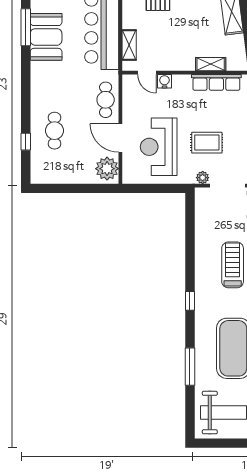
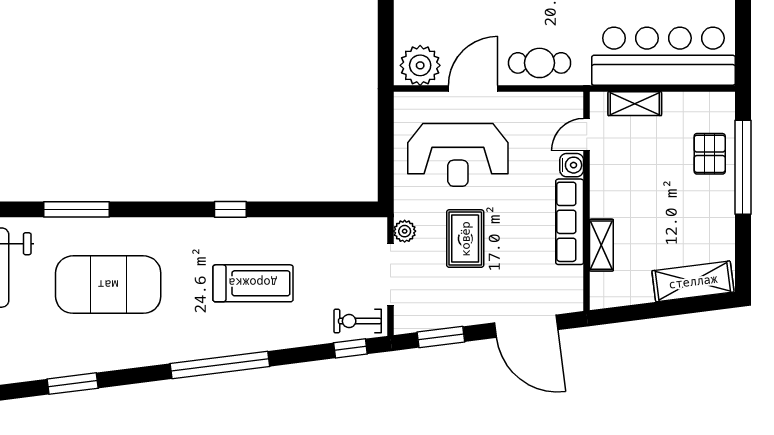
row of seats: (216, 82) -> (570, 222), moved
reception desk: (159, 147) -> (458, 155), turned 180
window: (190, 301) -> (230, 209), moved

